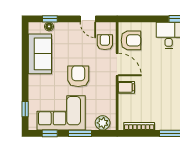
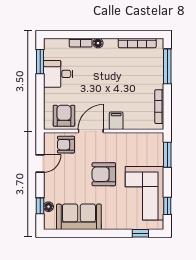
plant: (103, 123) -> (156, 147), removed
window: (80, 133) -> (167, 155), moved

